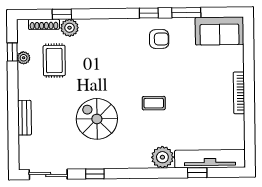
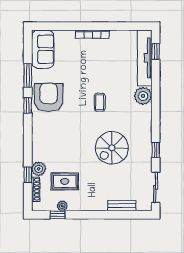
armchair: (159, 39) -> (49, 97), width x1.88, depth x1.88
bench: (25, 118) -> (122, 206), moved
window: (197, 173) -> (156, 51), moved

